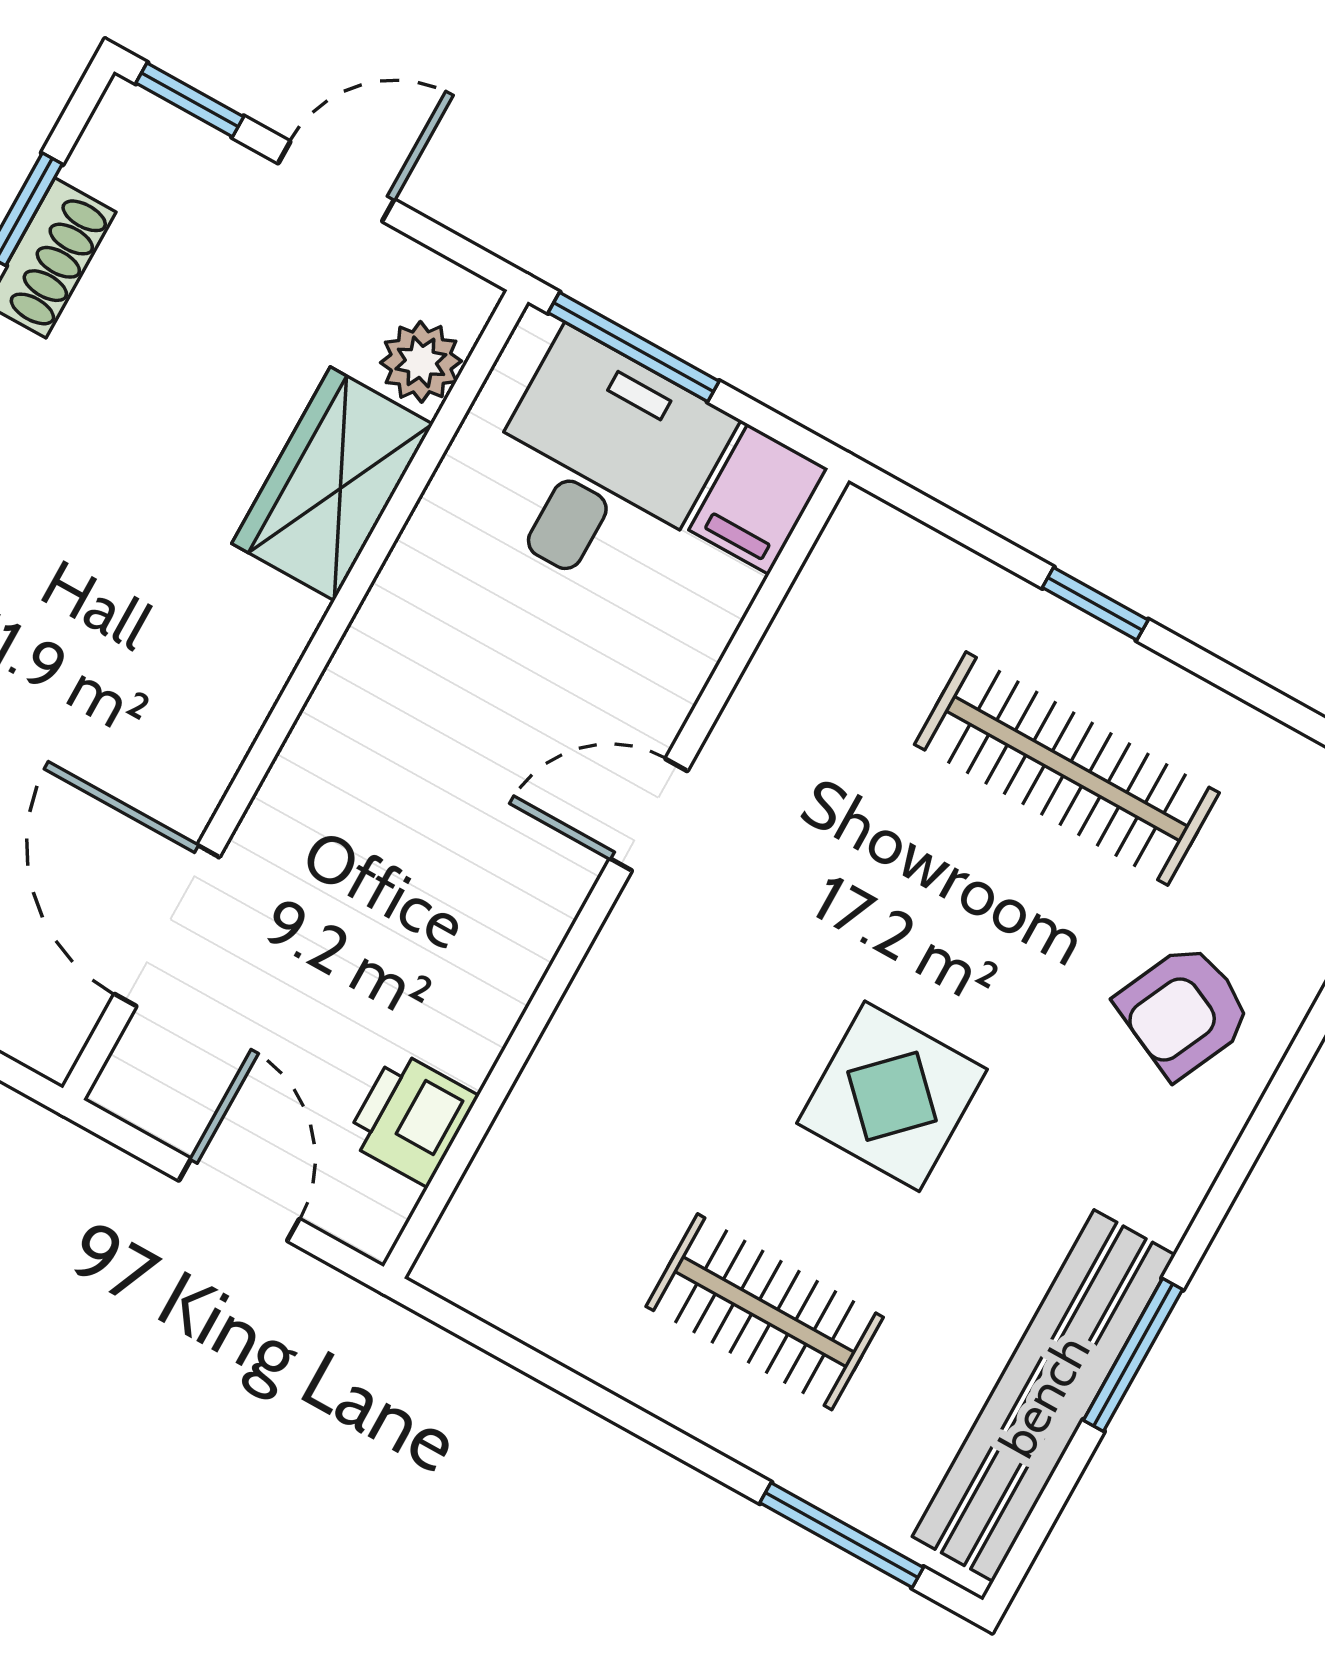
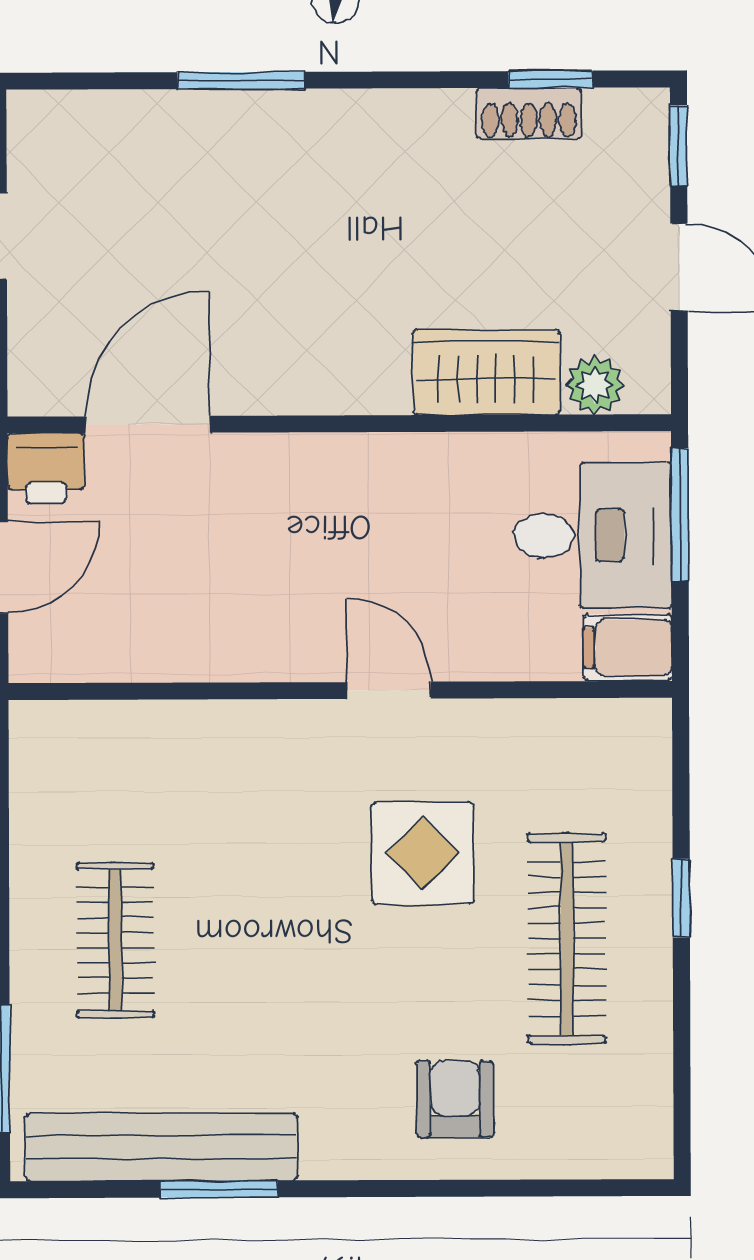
armchair: (1184, 1011) -> (455, 1099), turned 65
display table: (892, 1096) -> (423, 853), moved
printer: (411, 1118) -> (46, 468), moved, turned 180

